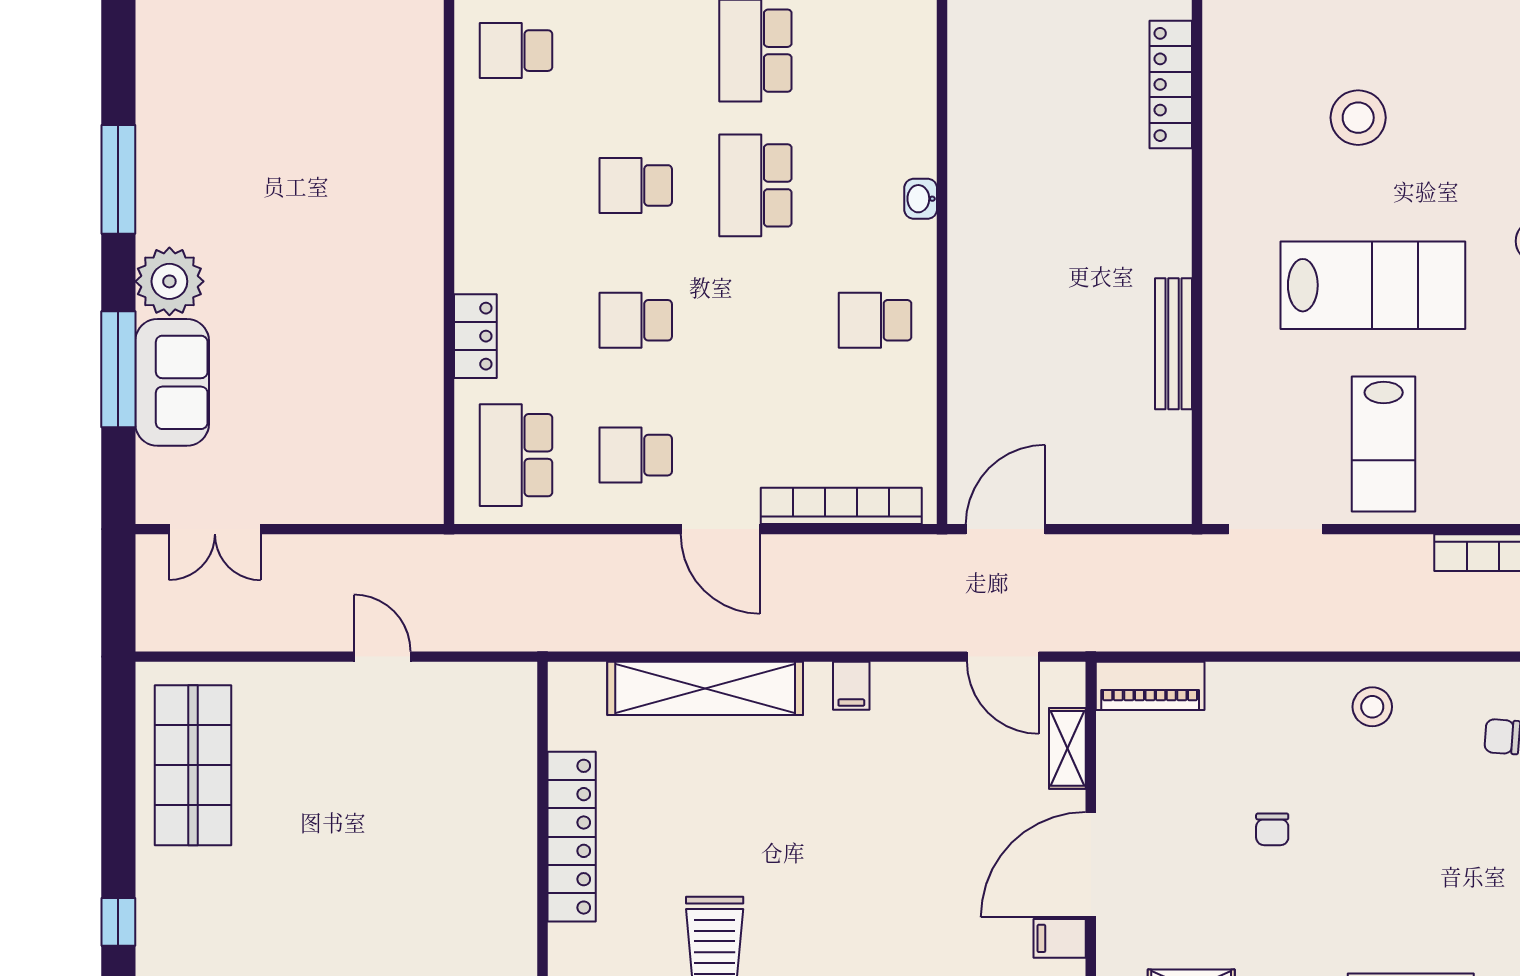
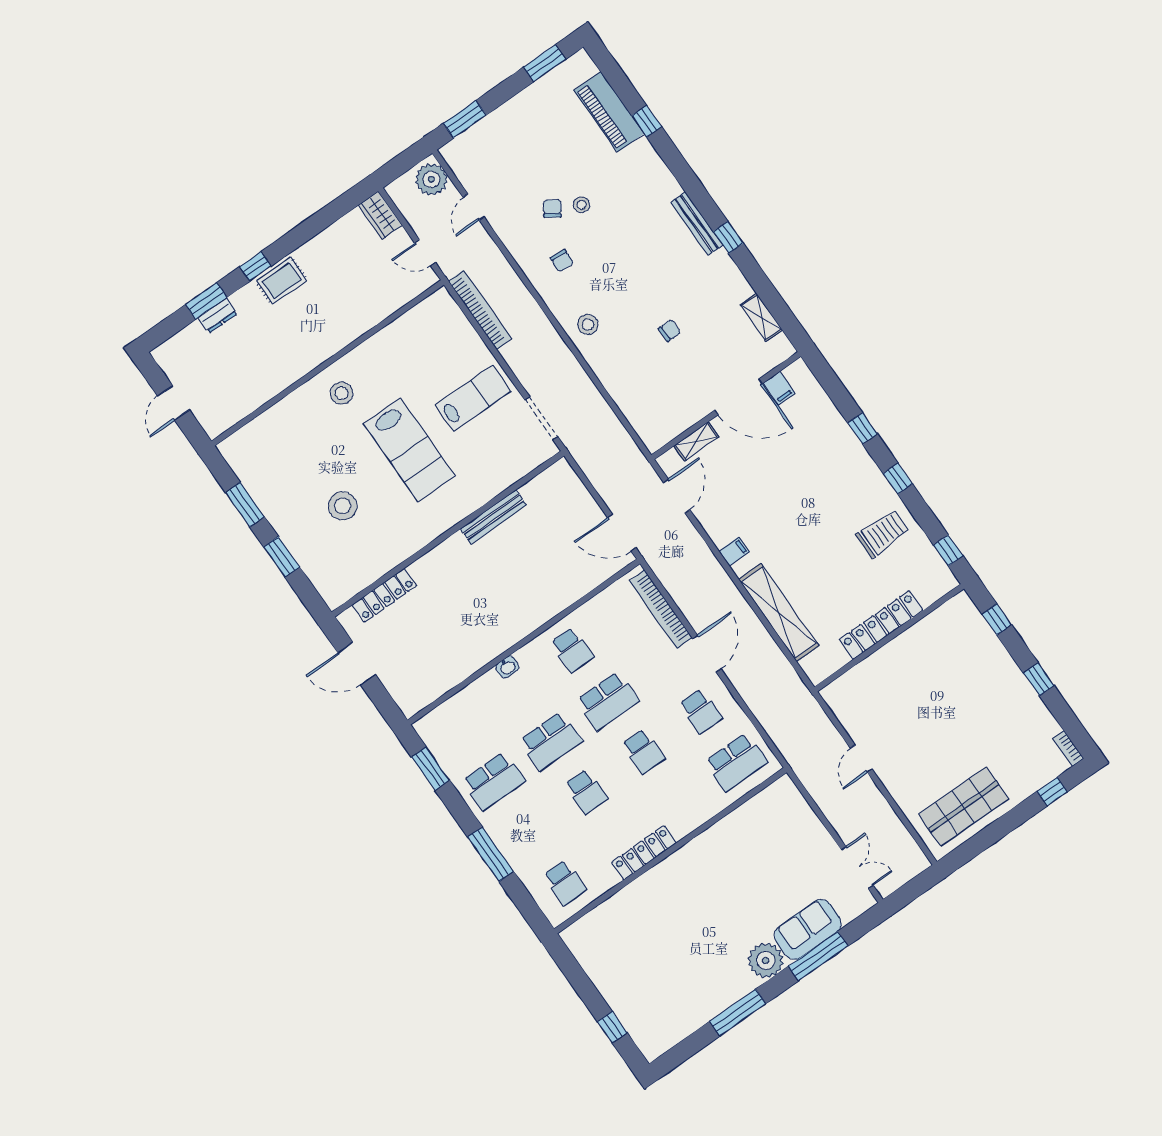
lab bench: (1373, 285) -> (409, 450), turned 180
school desk: (755, 320) -> (608, 701), added
locker: (475, 336) -> (644, 853), moved, width x1.53
piano: (1150, 686) -> (645, 425), removed

